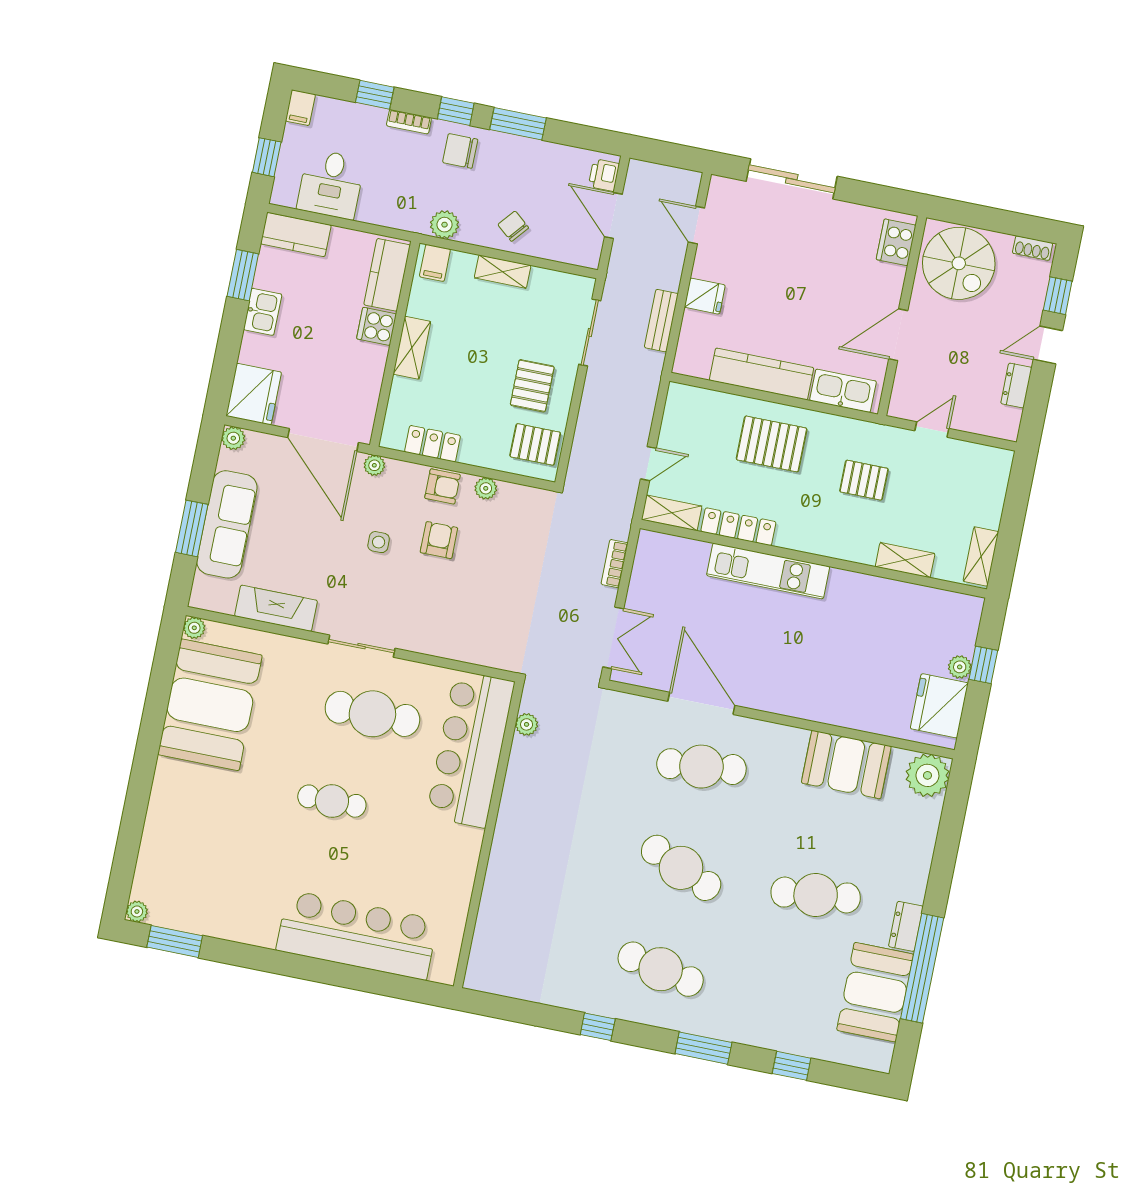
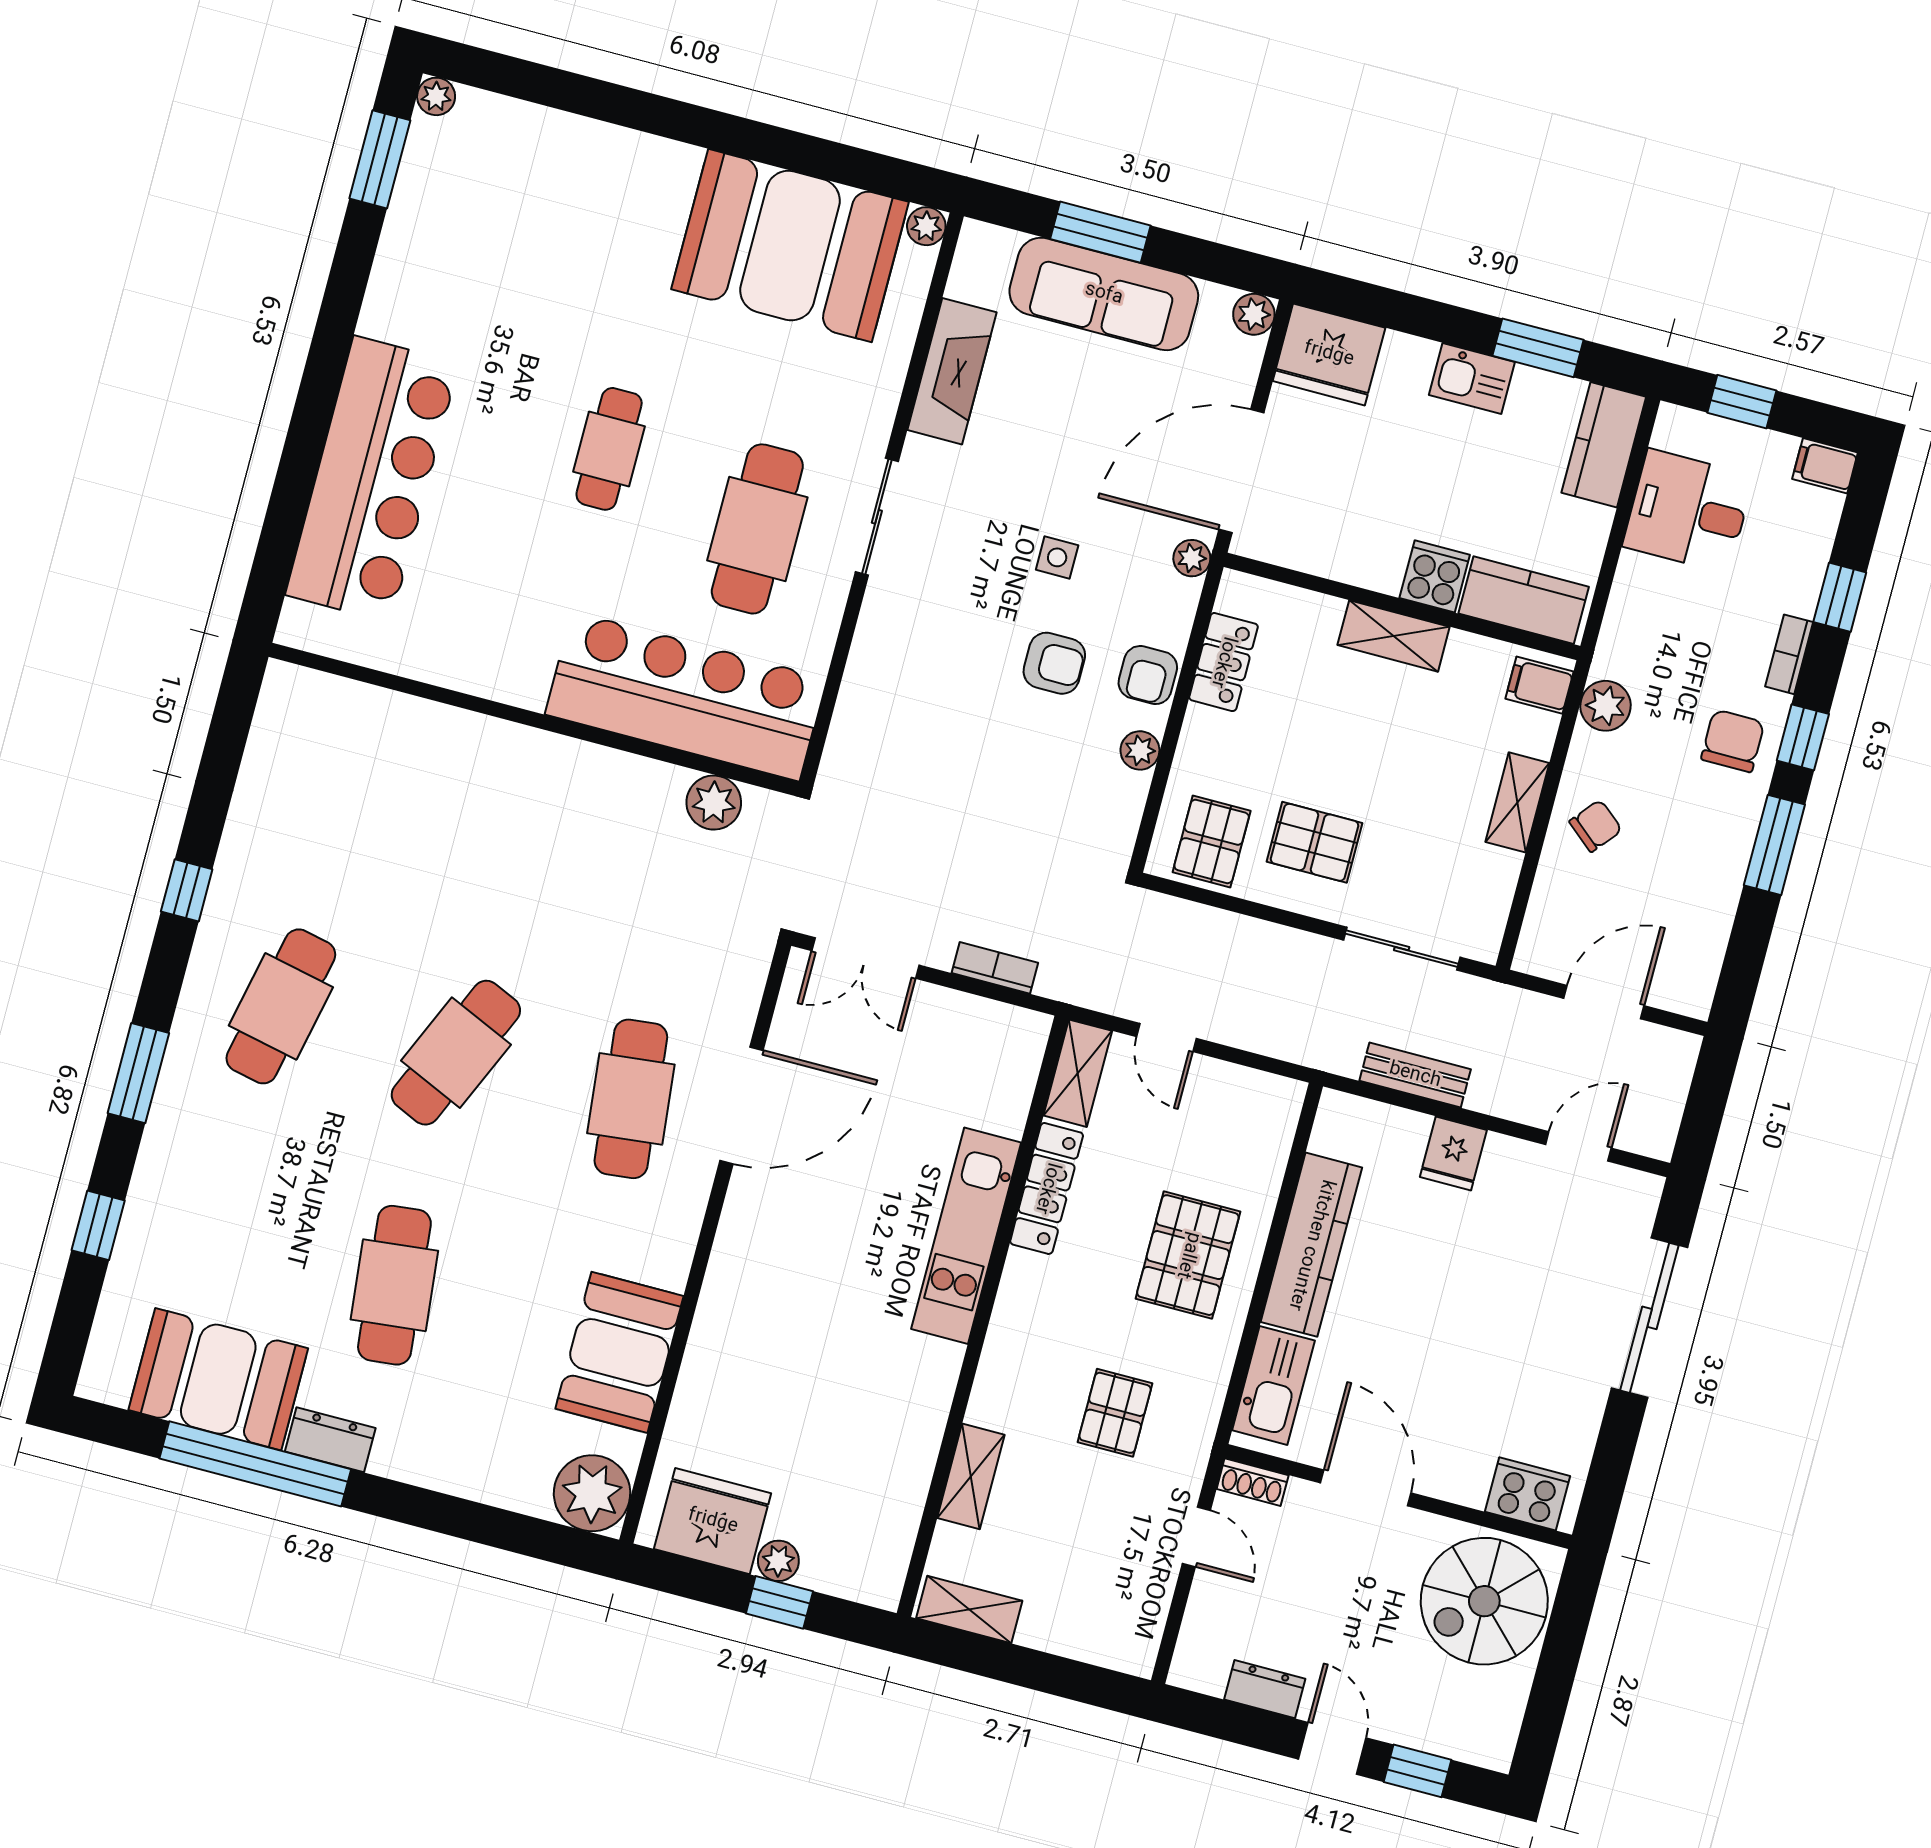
printer: (604, 175) -> (1676, 990), removed
shoe rack: (1033, 248) -> (1253, 1482), moved, turned -90
plant: (527, 724) -> (714, 803), width x1.38, depth x1.38

